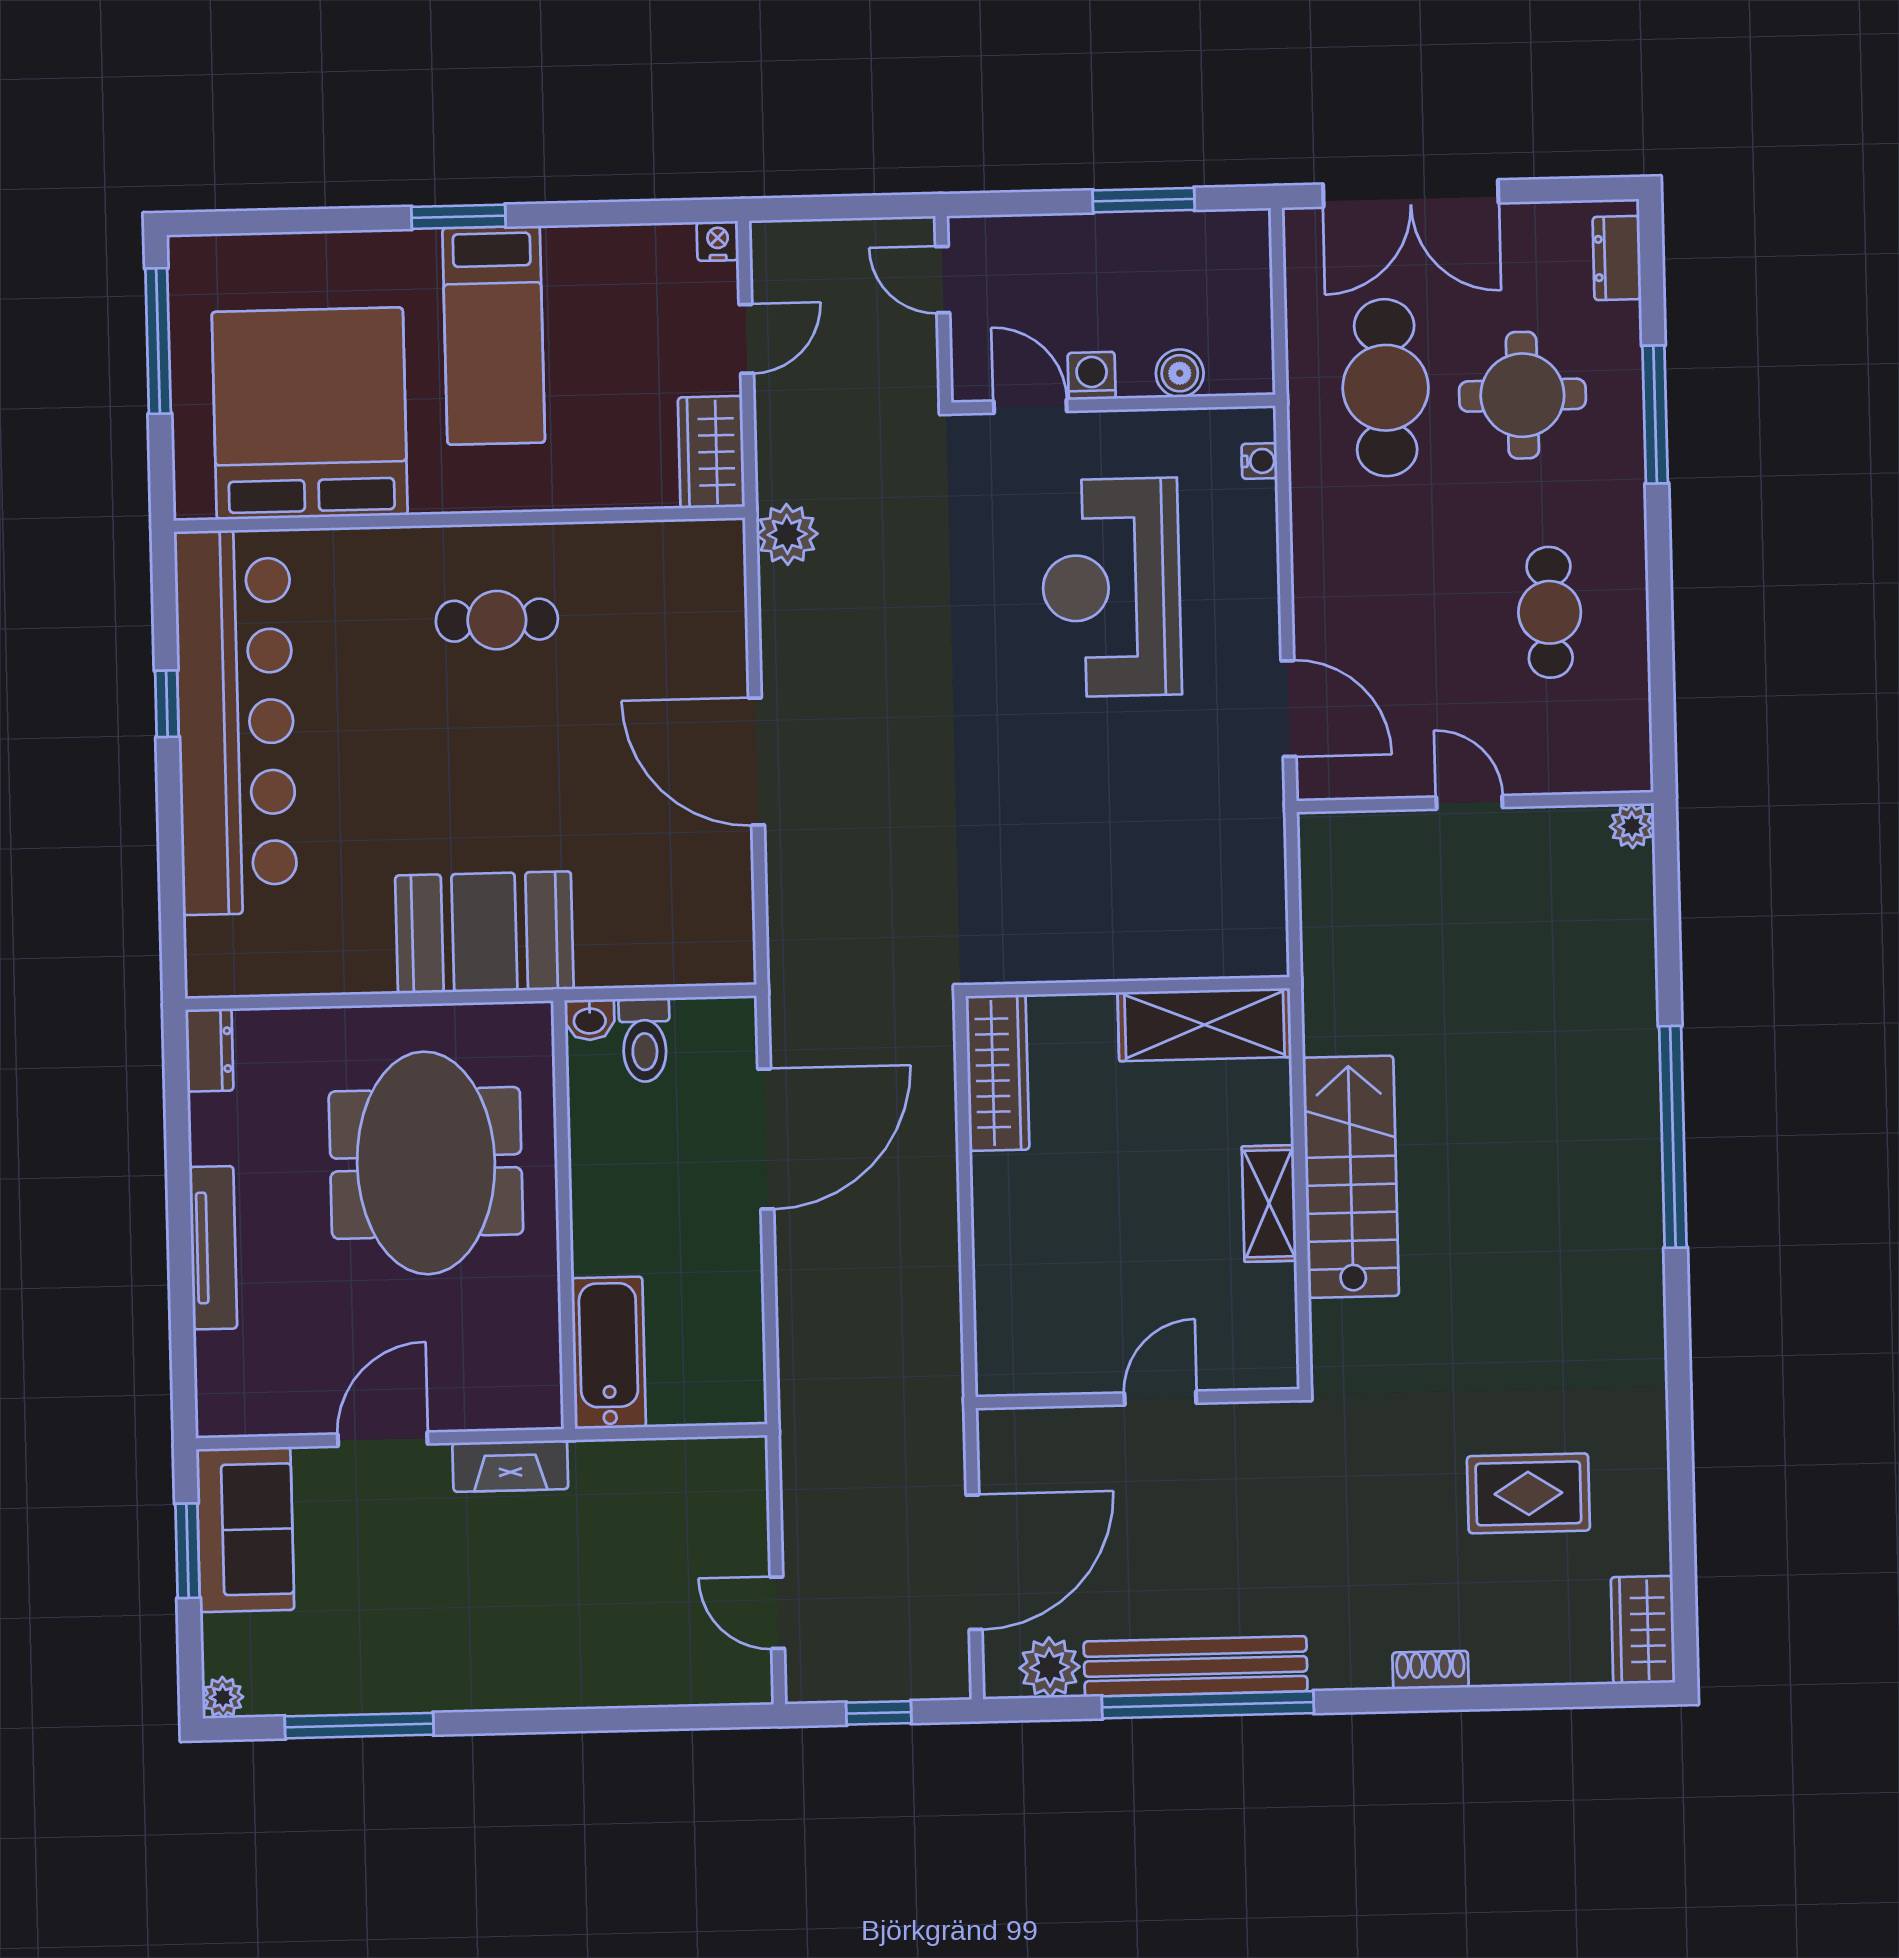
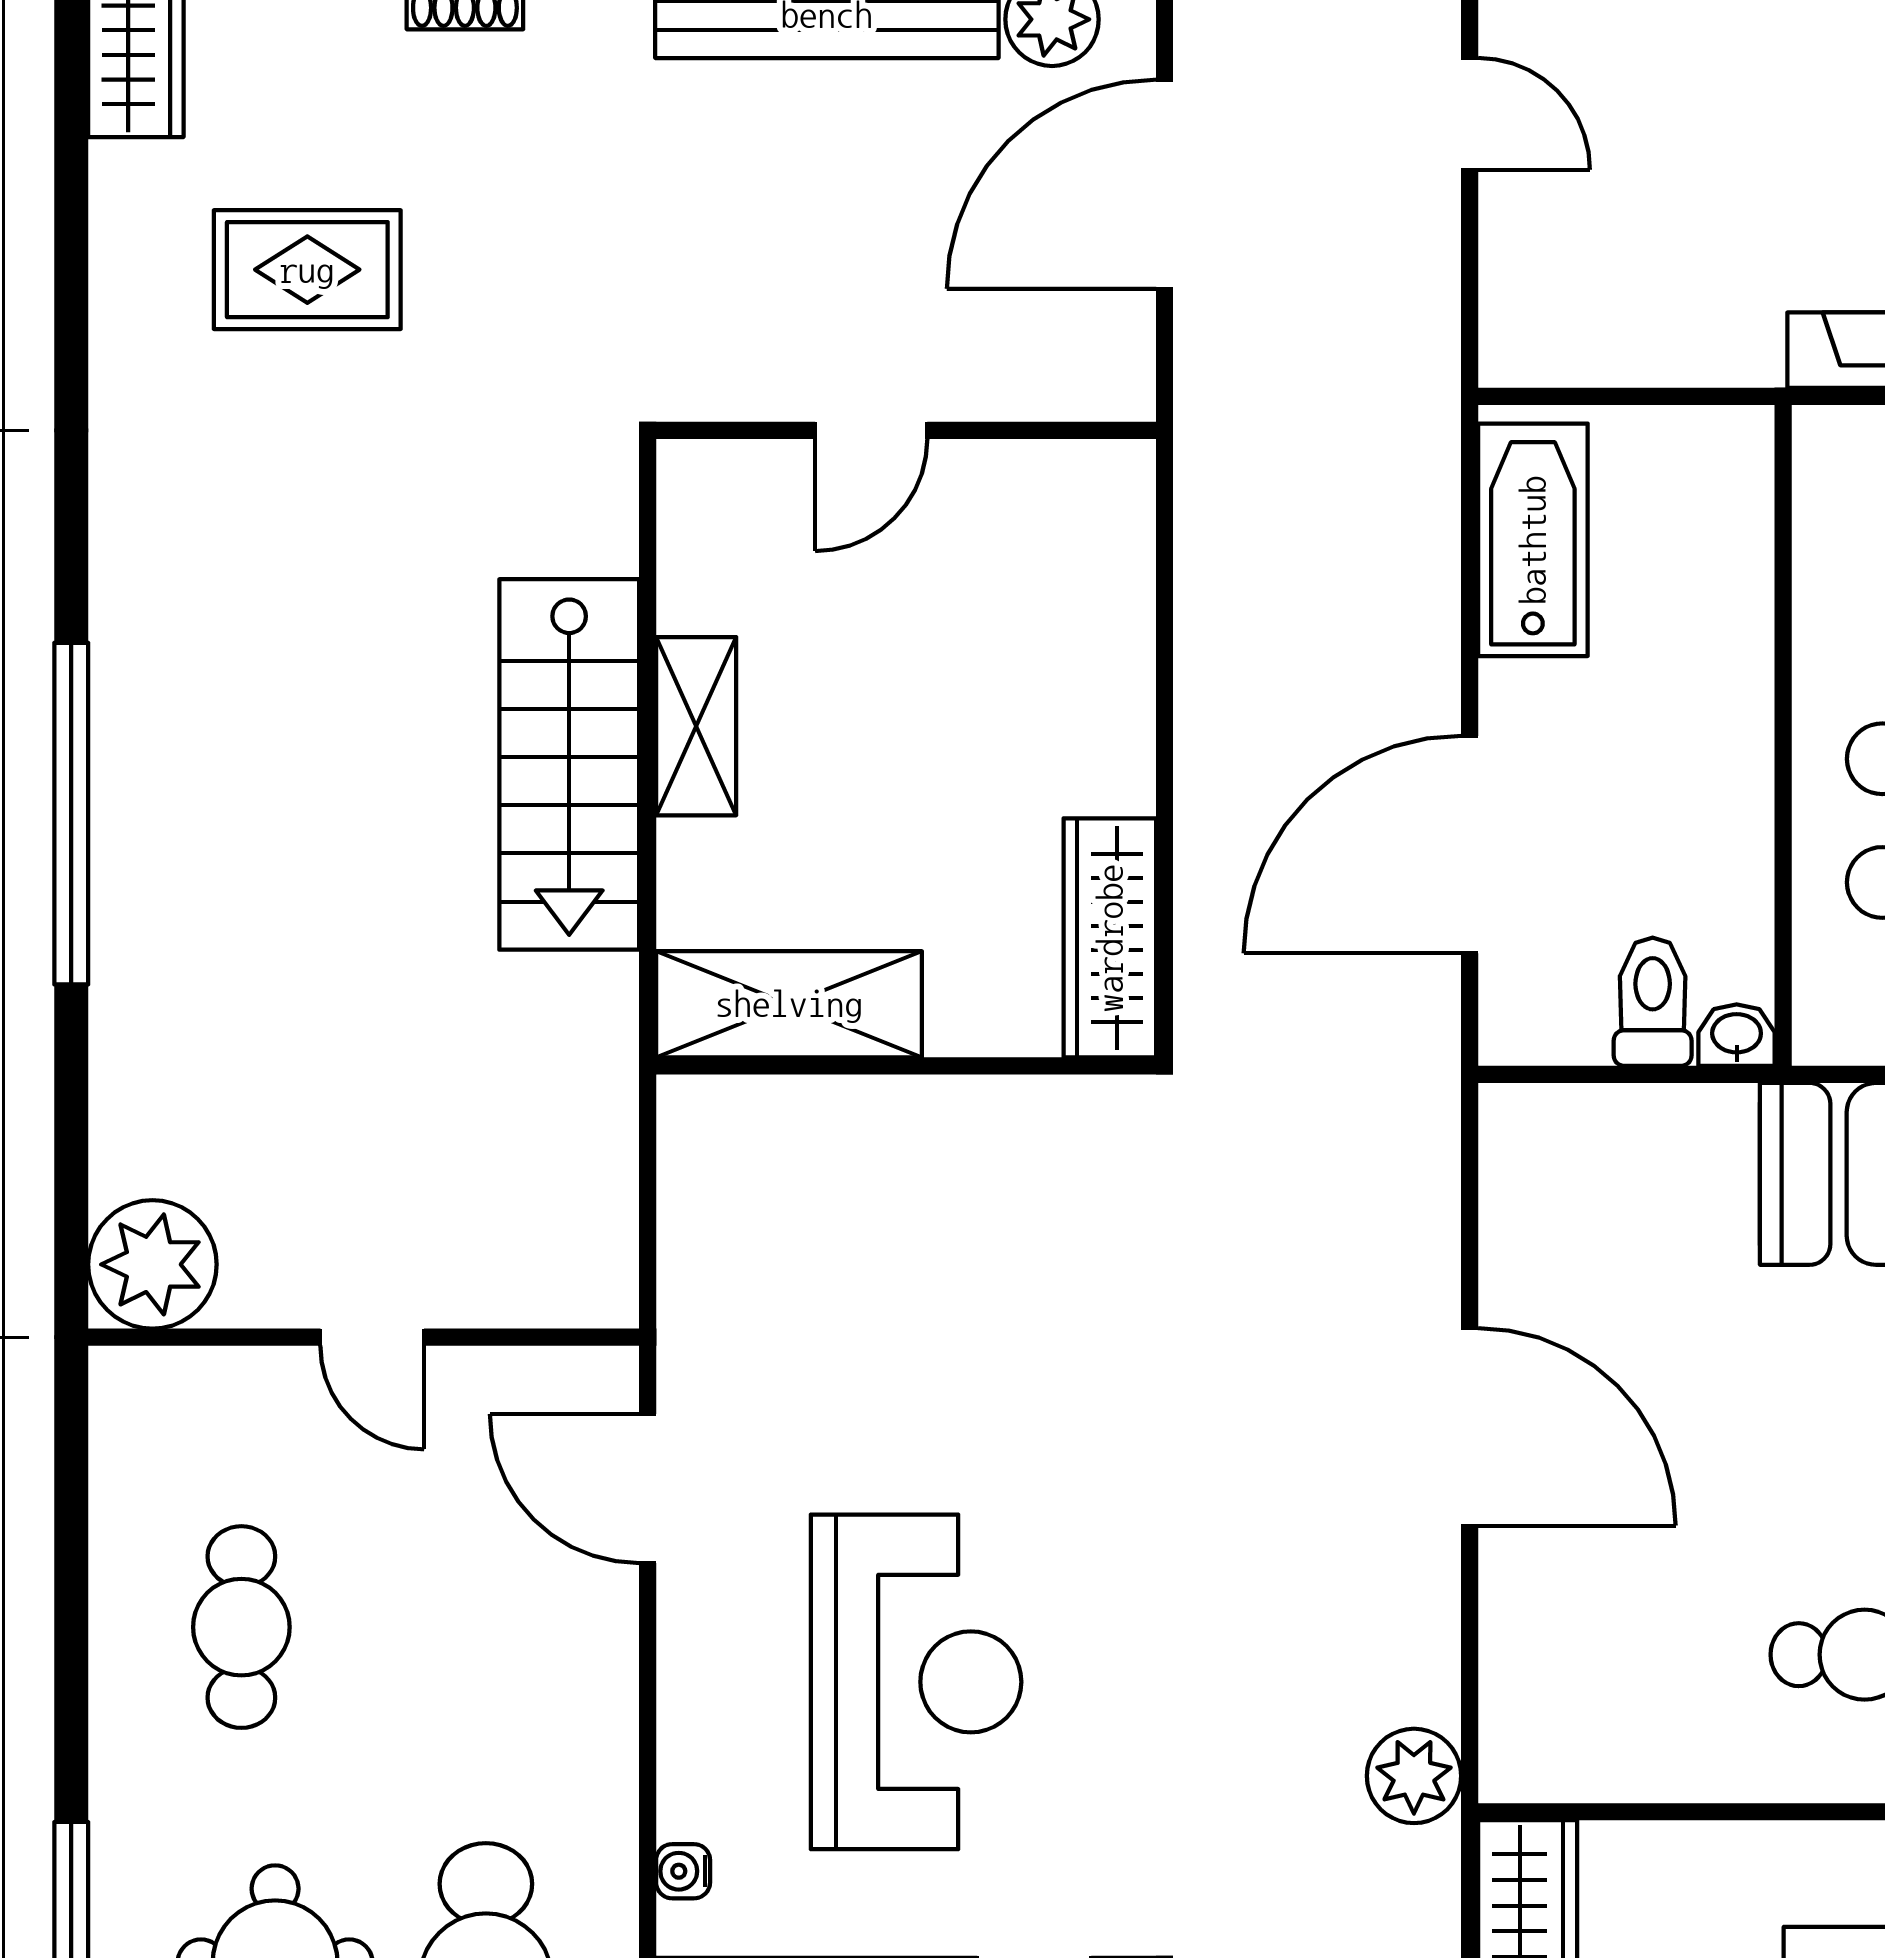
plant: (1632, 826) -> (152, 1264), width x1.87, depth x1.87
bathtub: (609, 1353) -> (1533, 540), moved, turned 180

